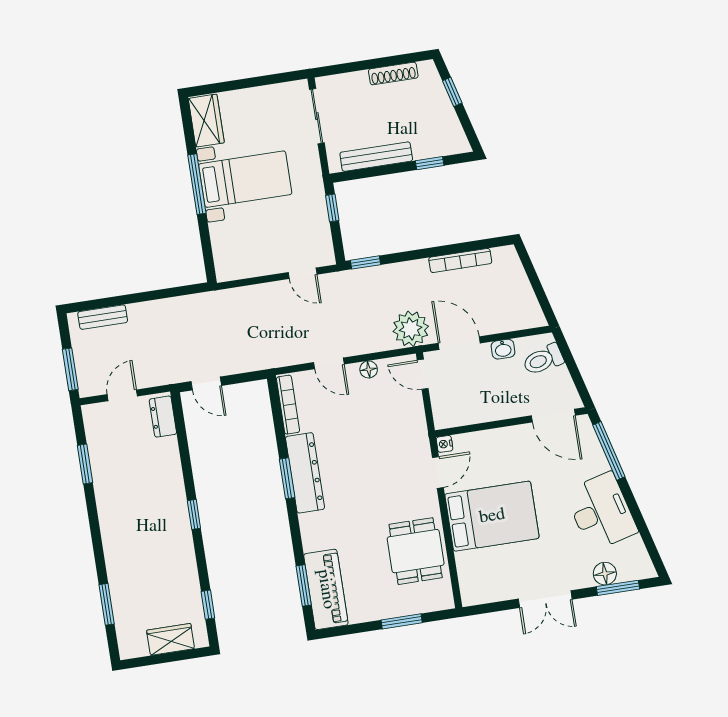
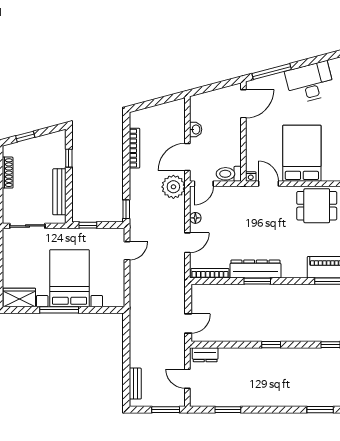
bed with nightstands: (245, 179) -> (69, 278), width x1.36
toilet: (543, 360) -> (229, 174), moved, turned 105

